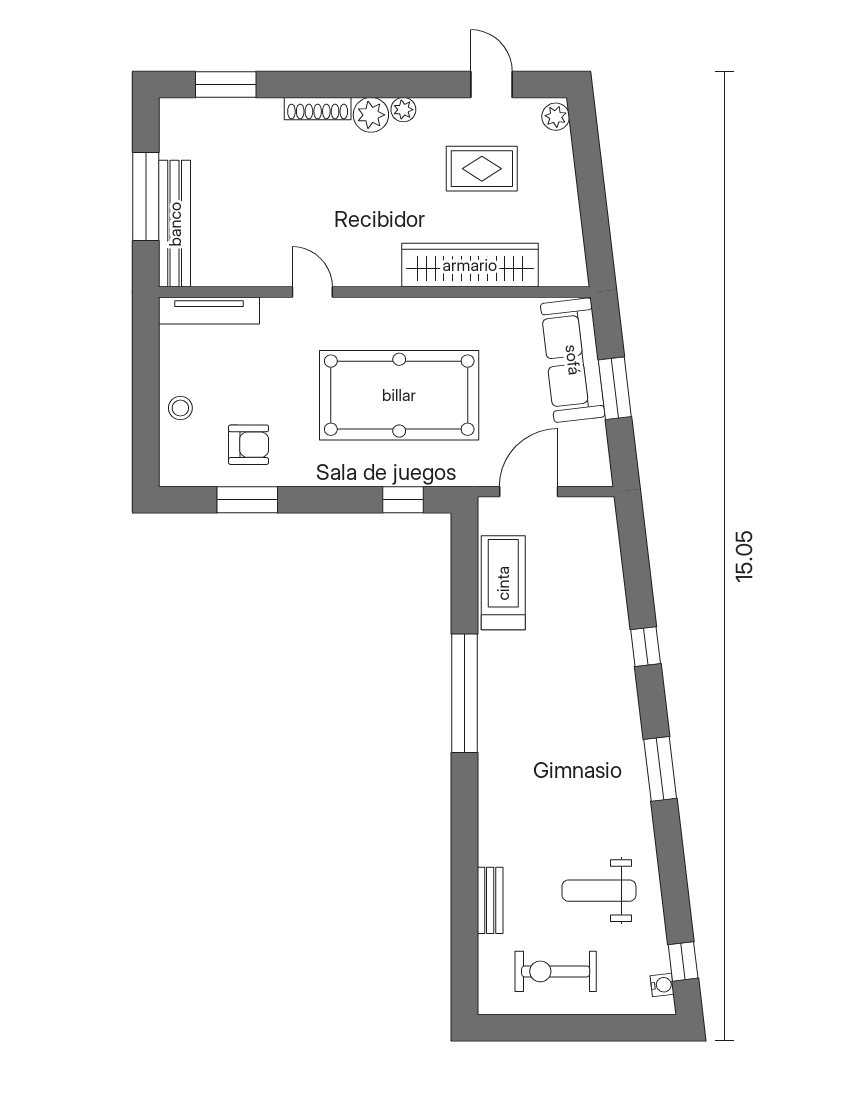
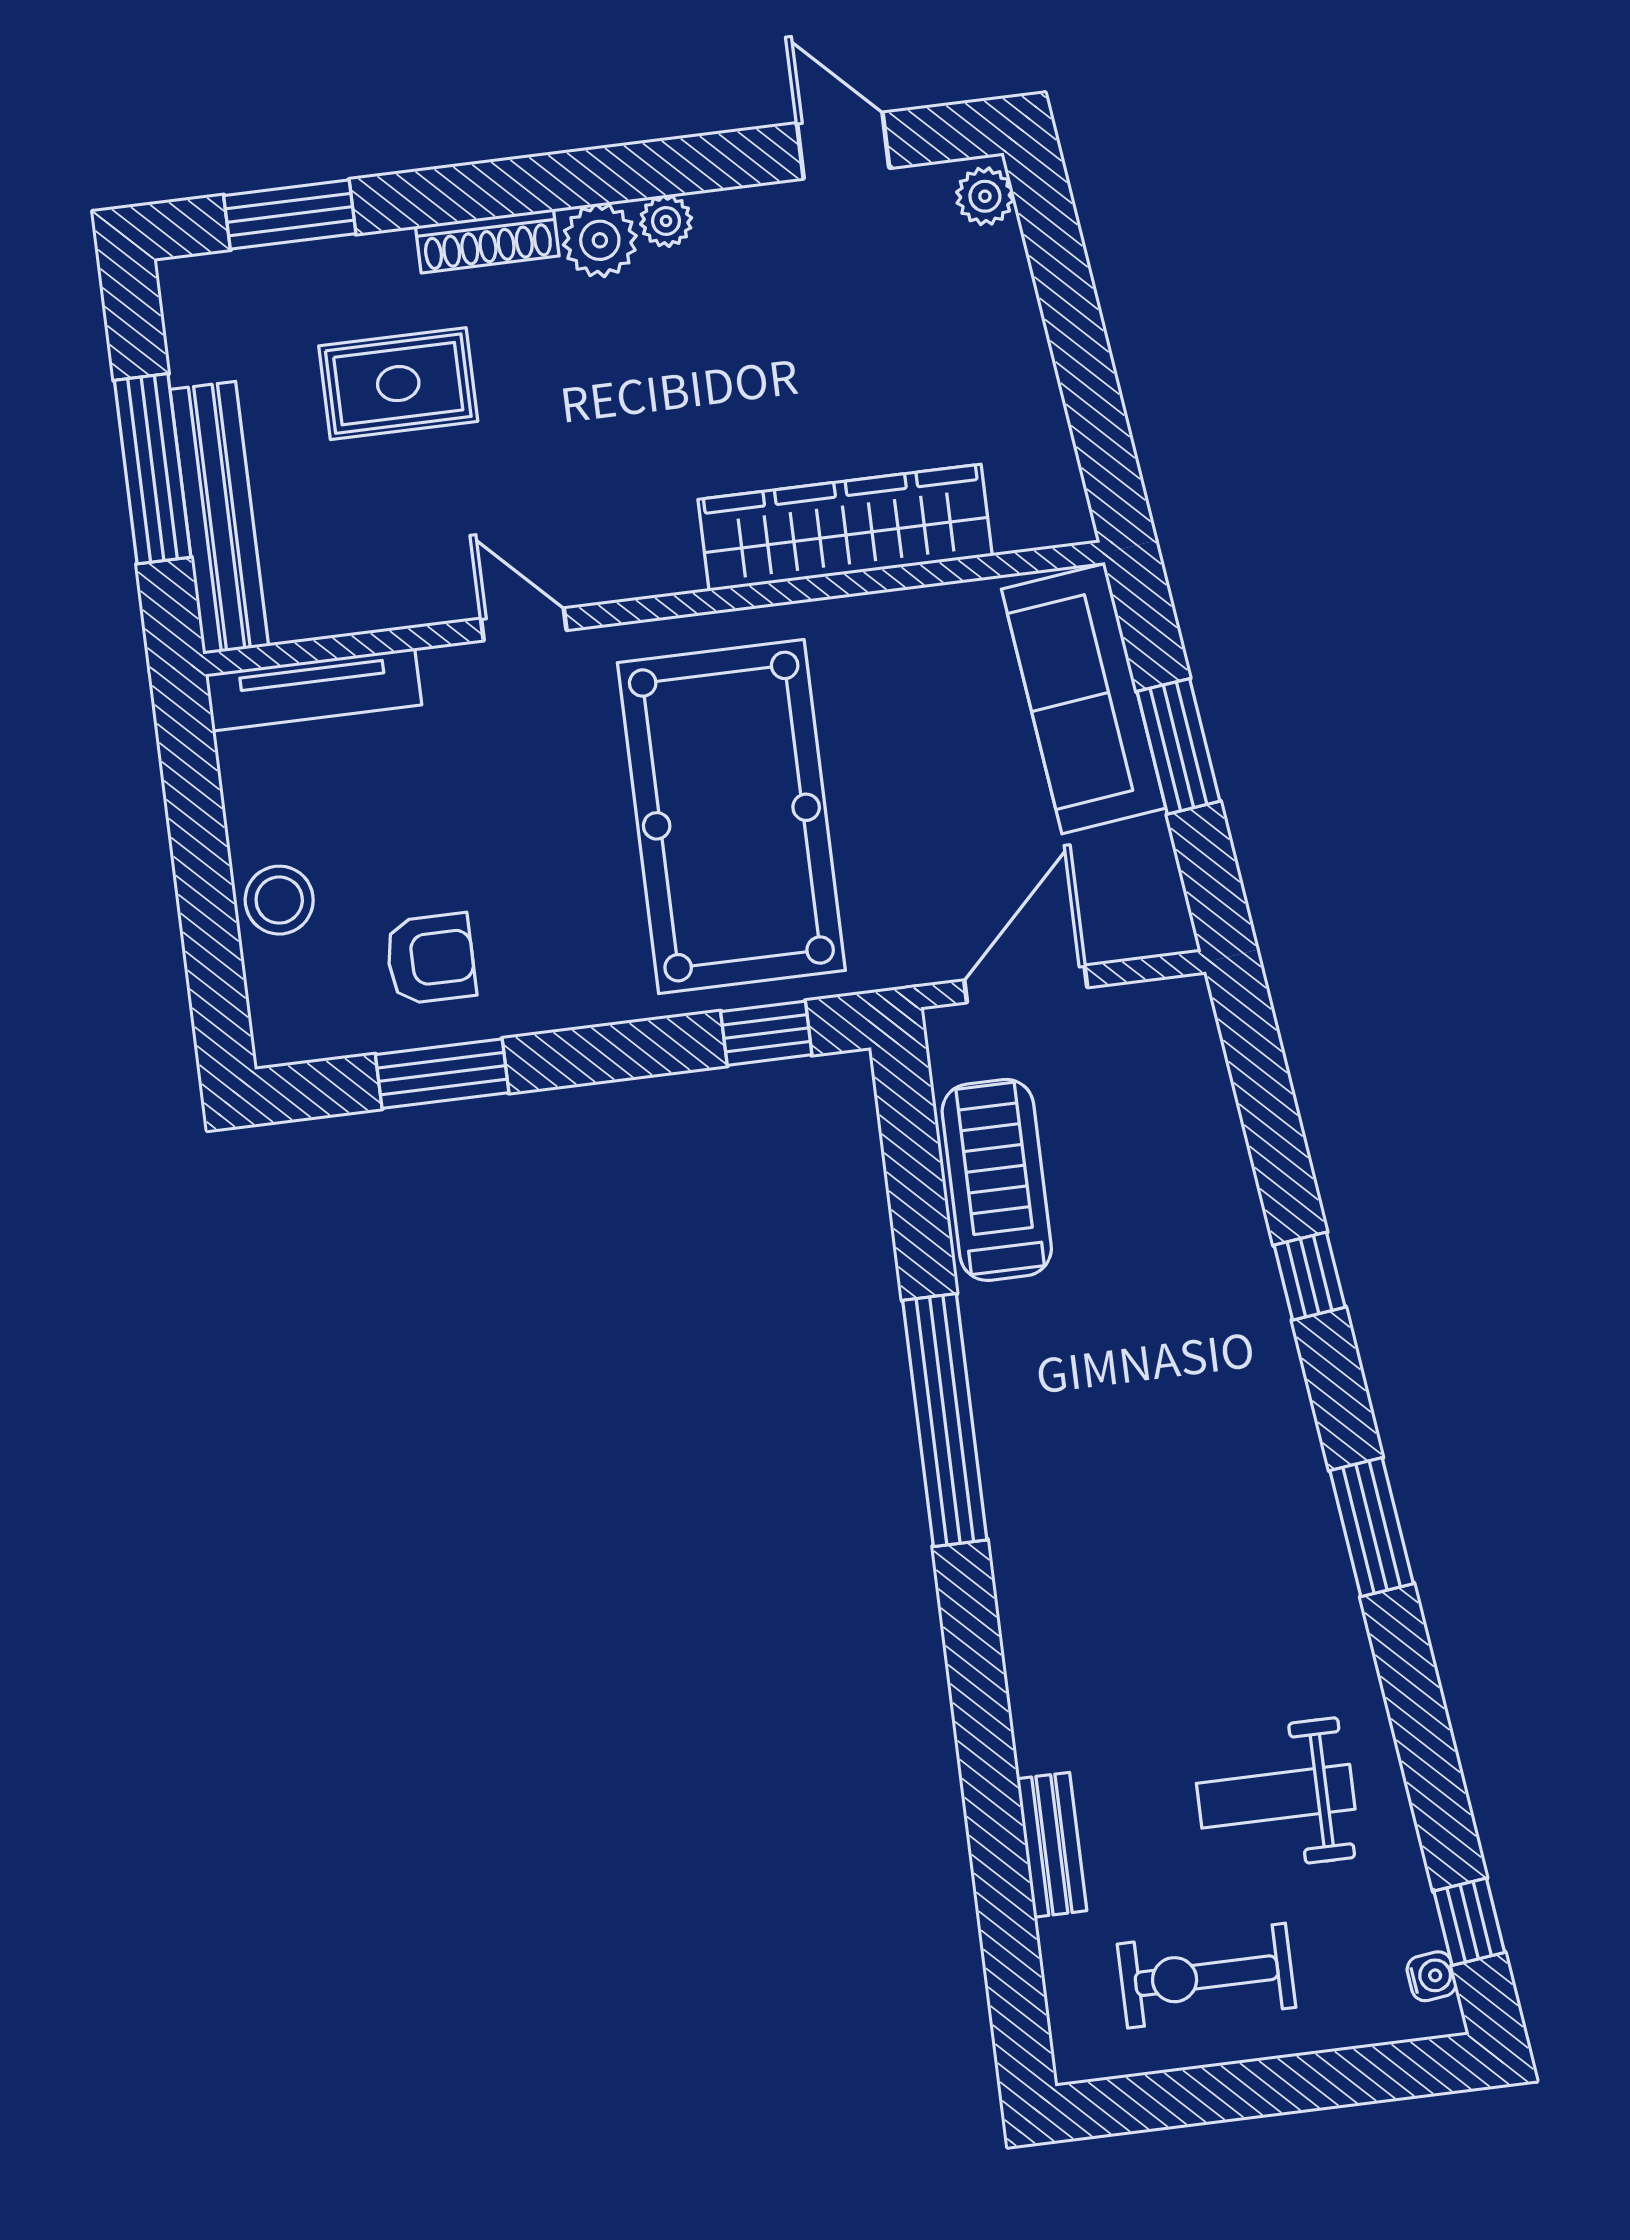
rug: (482, 169) -> (398, 384), moved
pool table: (399, 395) -> (731, 817), turned 90
stool: (180, 408) -> (279, 900), width x1.37, depth x1.37

